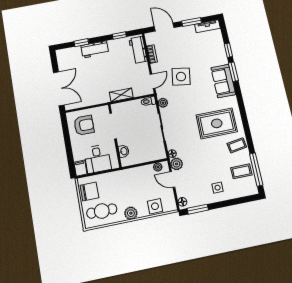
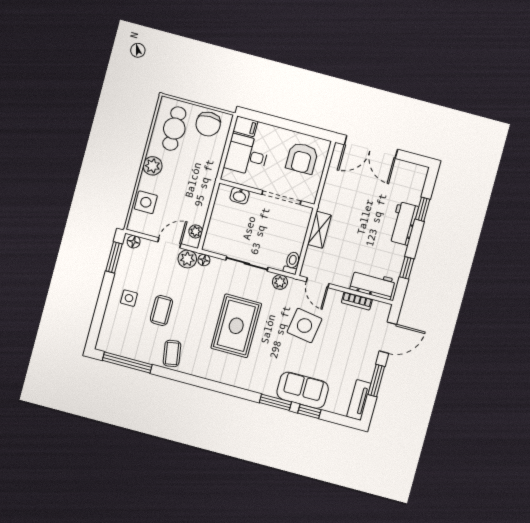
sofa: (223, 81) -> (303, 390), moved
rug: (217, 123) -> (236, 326), moved
coffee table: (241, 171) -> (161, 311), moved

